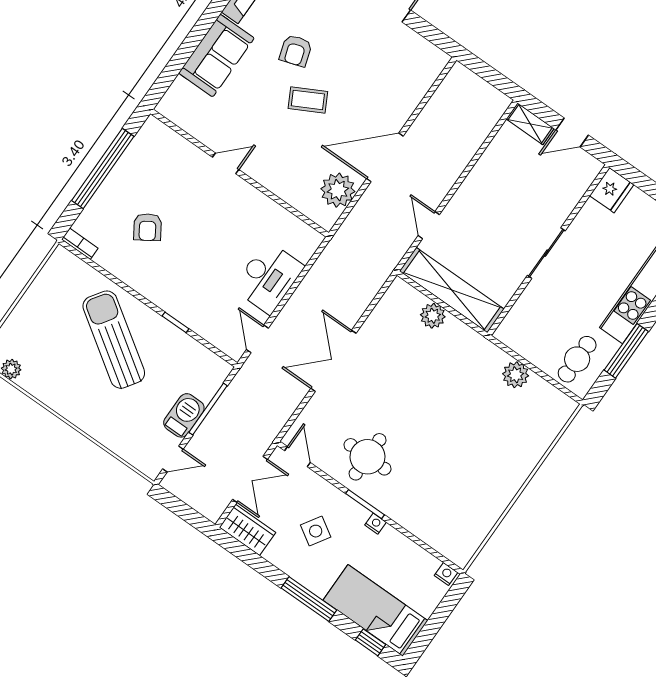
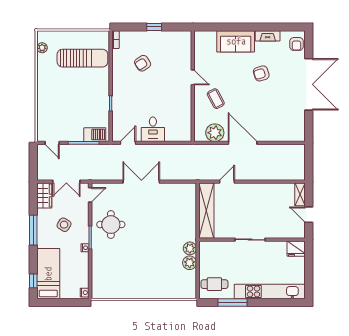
coffee table: (308, 100) -> (216, 99), moved
window: (103, 168) -> (154, 27), width x0.32
desk: (268, 277) -> (153, 129), width x0.73
plant: (433, 316) -> (190, 248), moved
sun lounger: (114, 340) -> (82, 58), moved, turned 56
barbecue: (184, 415) -> (95, 135), moved
window: (309, 599) -> (33, 230), moved

